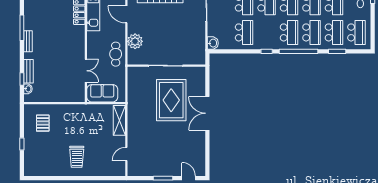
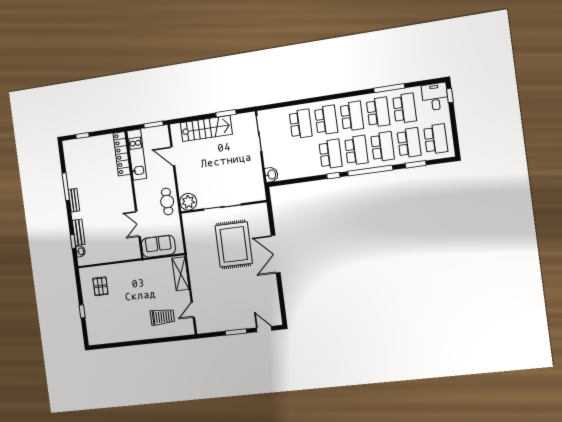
school desk: (244, 32) -> (331, 154), moved
plant: (135, 41) -> (188, 202), moved
double door: (86, 71) -> (138, 224), swing flipped
trolley: (77, 157) -> (162, 317), moved, turned -90

